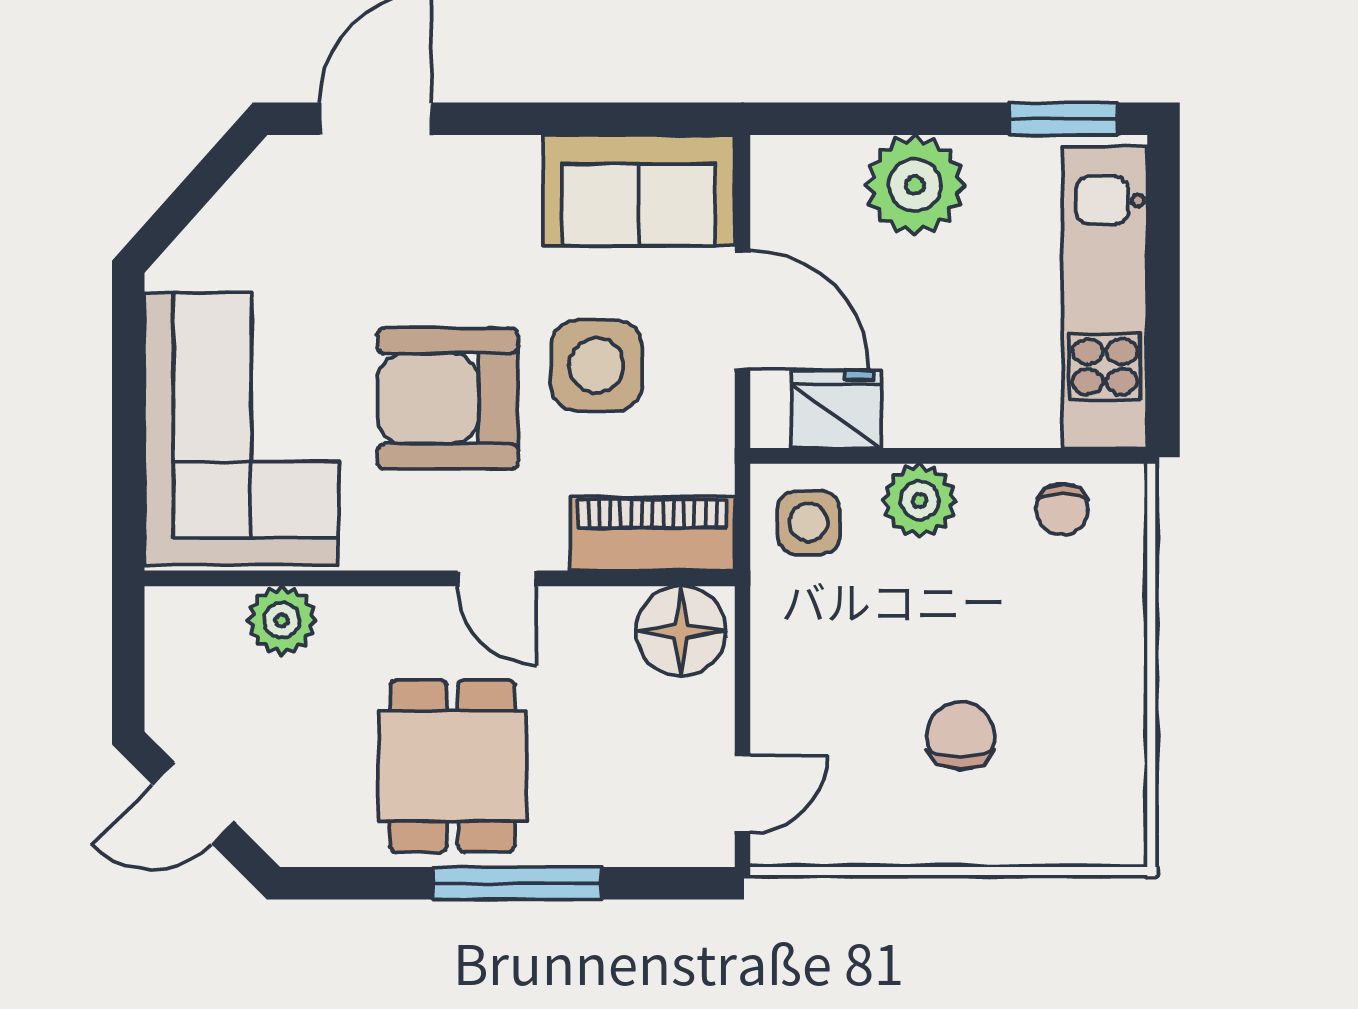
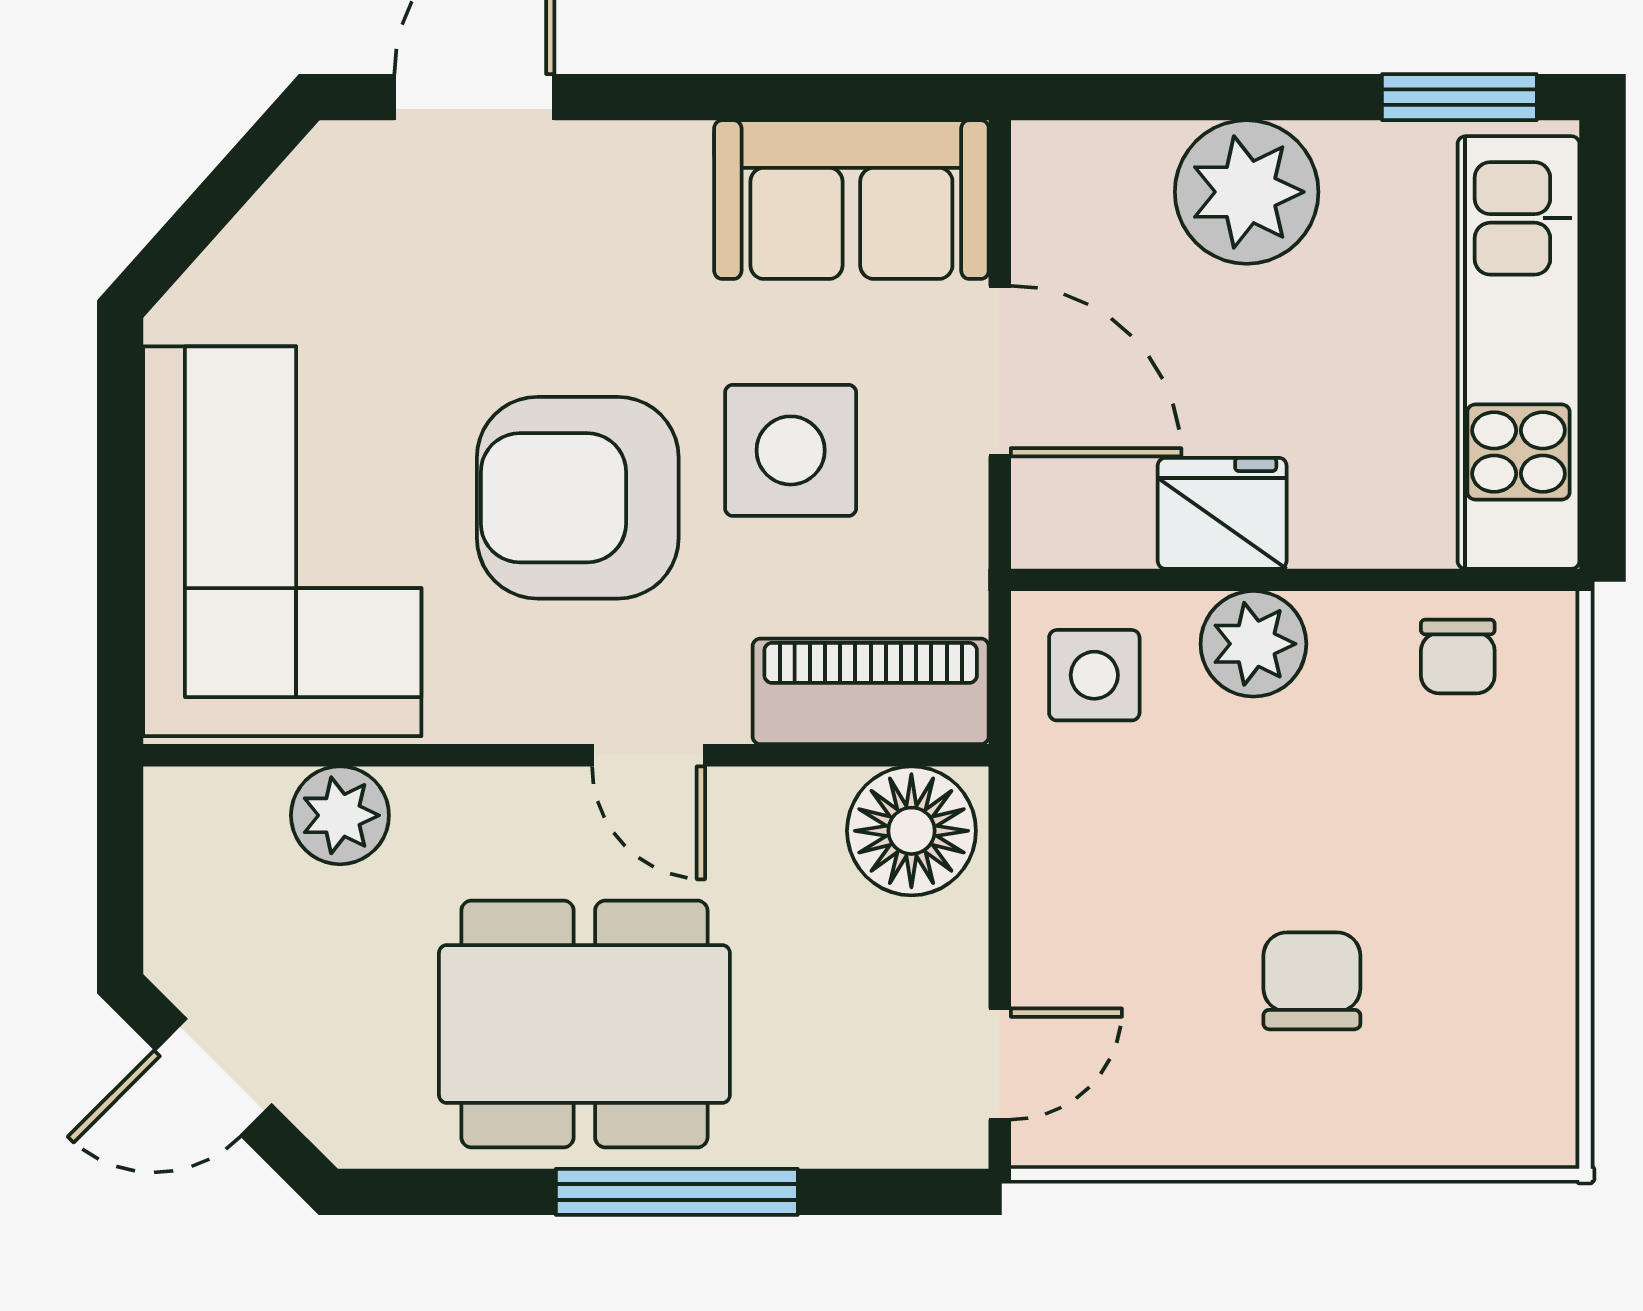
fridge: (836, 409) -> (1222, 513), moved
dining table: (452, 766) -> (584, 1024), width x1.37

